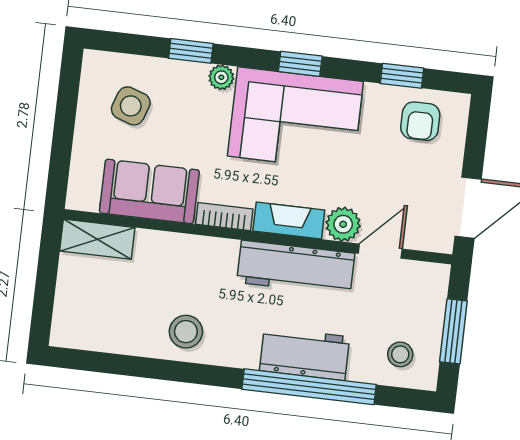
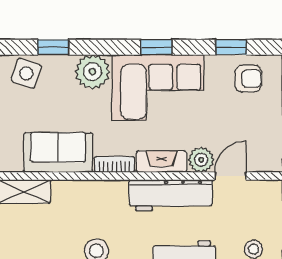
window: (191, 51) -> (53, 47), moved
plant: (221, 77) -> (92, 72), width x1.88, depth x1.88
side table: (131, 106) -> (26, 73), moved
armchair: (420, 121) -> (248, 79), turned -90

